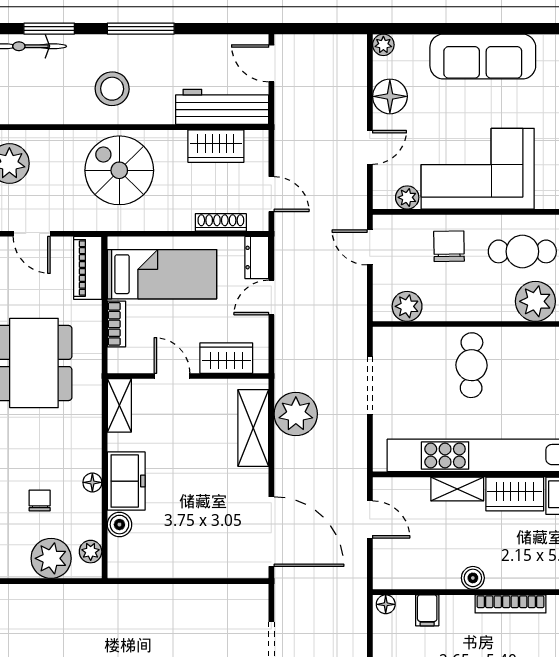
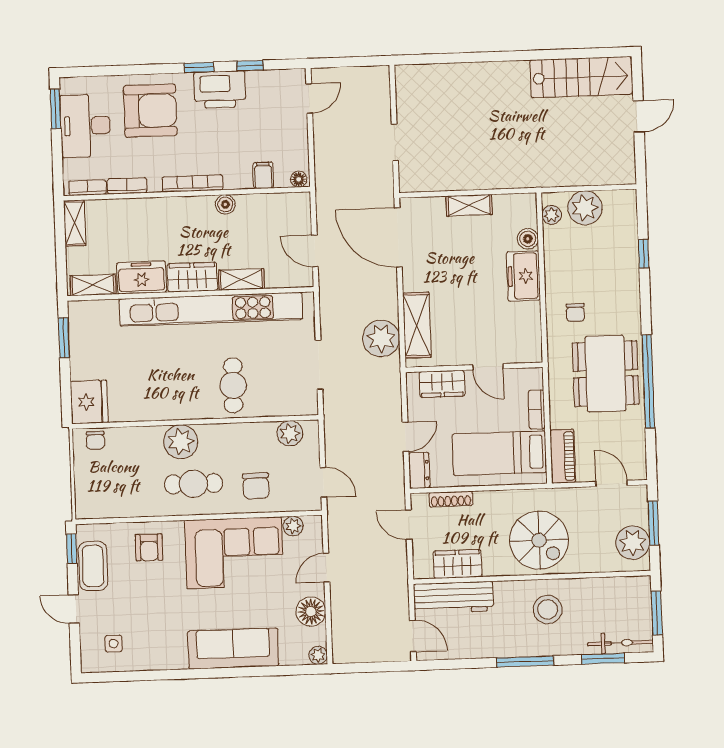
shelving: (119, 405) -> (469, 205), moved, turned 90
floor lamp: (92, 482) -> (552, 274), removed
chair: (40, 501) -> (575, 312), moved

